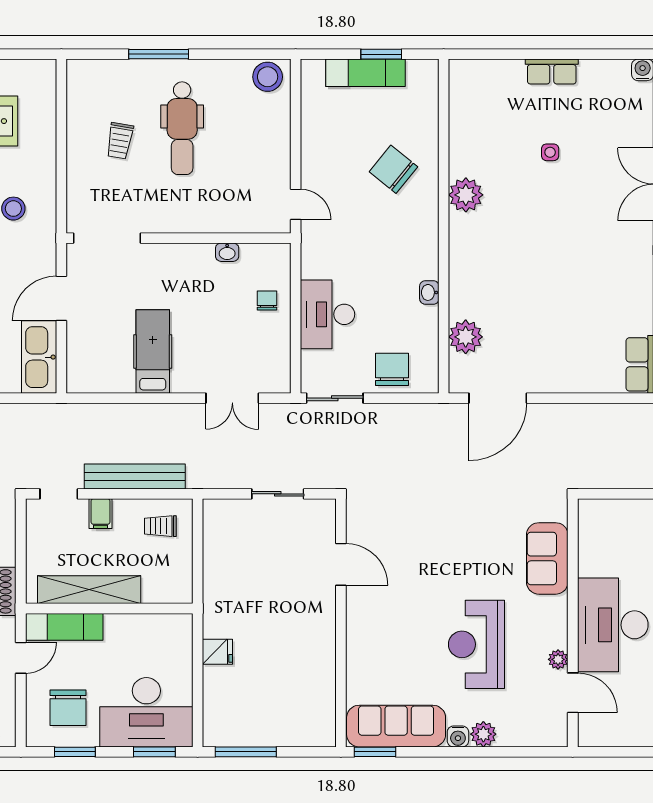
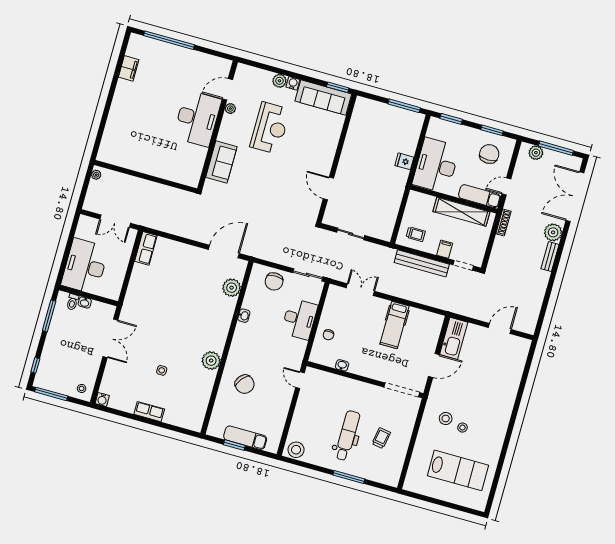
door: (573, 693) -> (228, 89), hinge flipped
desk: (146, 712) -> (436, 166), moved, turned -90

